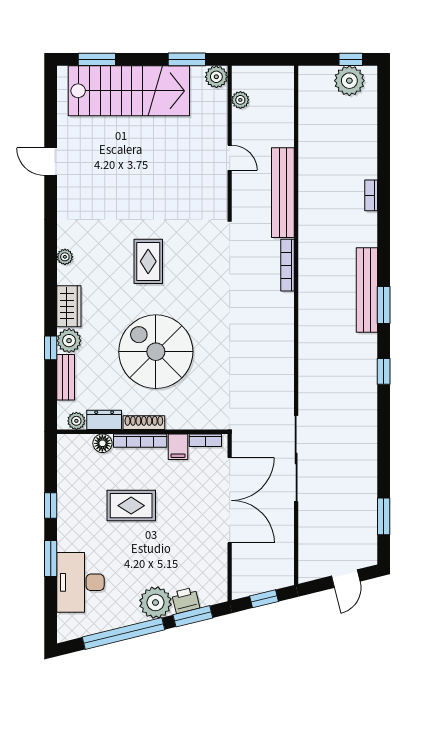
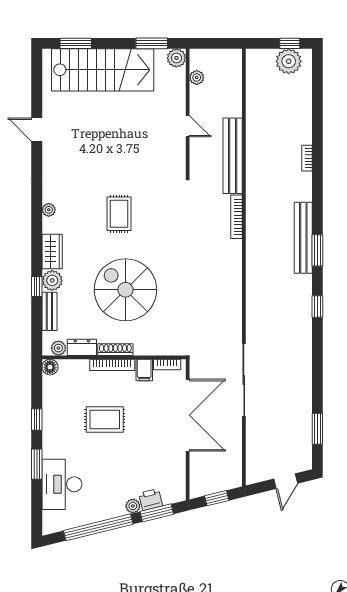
floor lamp: (102, 443) -> (50, 367), moved
plant: (156, 603) -> (133, 506), width x0.53, depth x0.53

